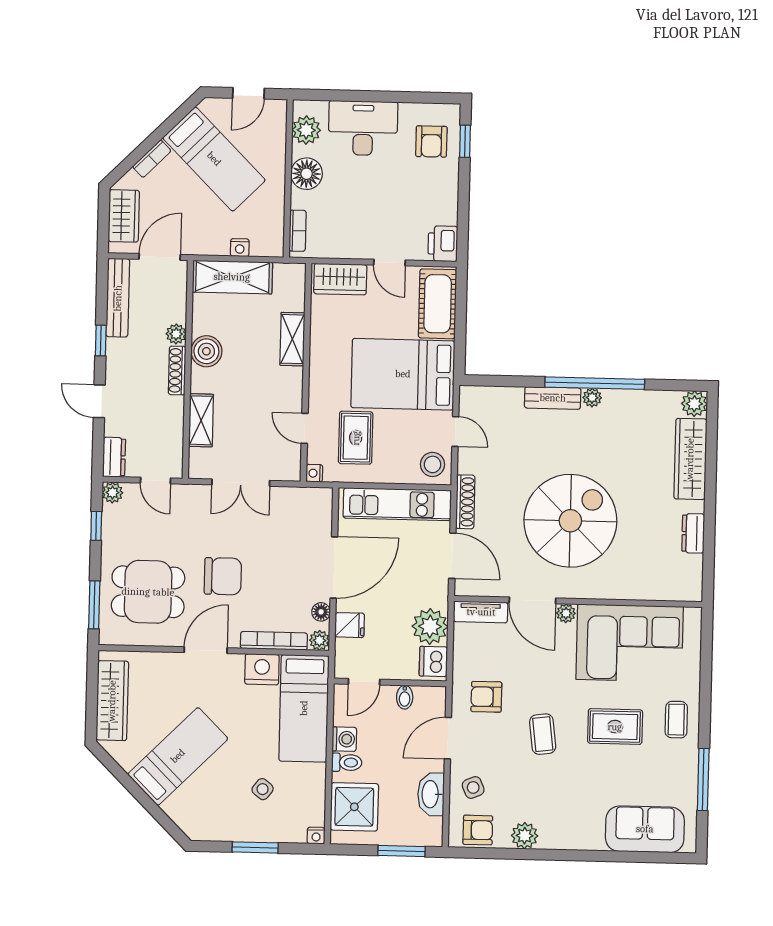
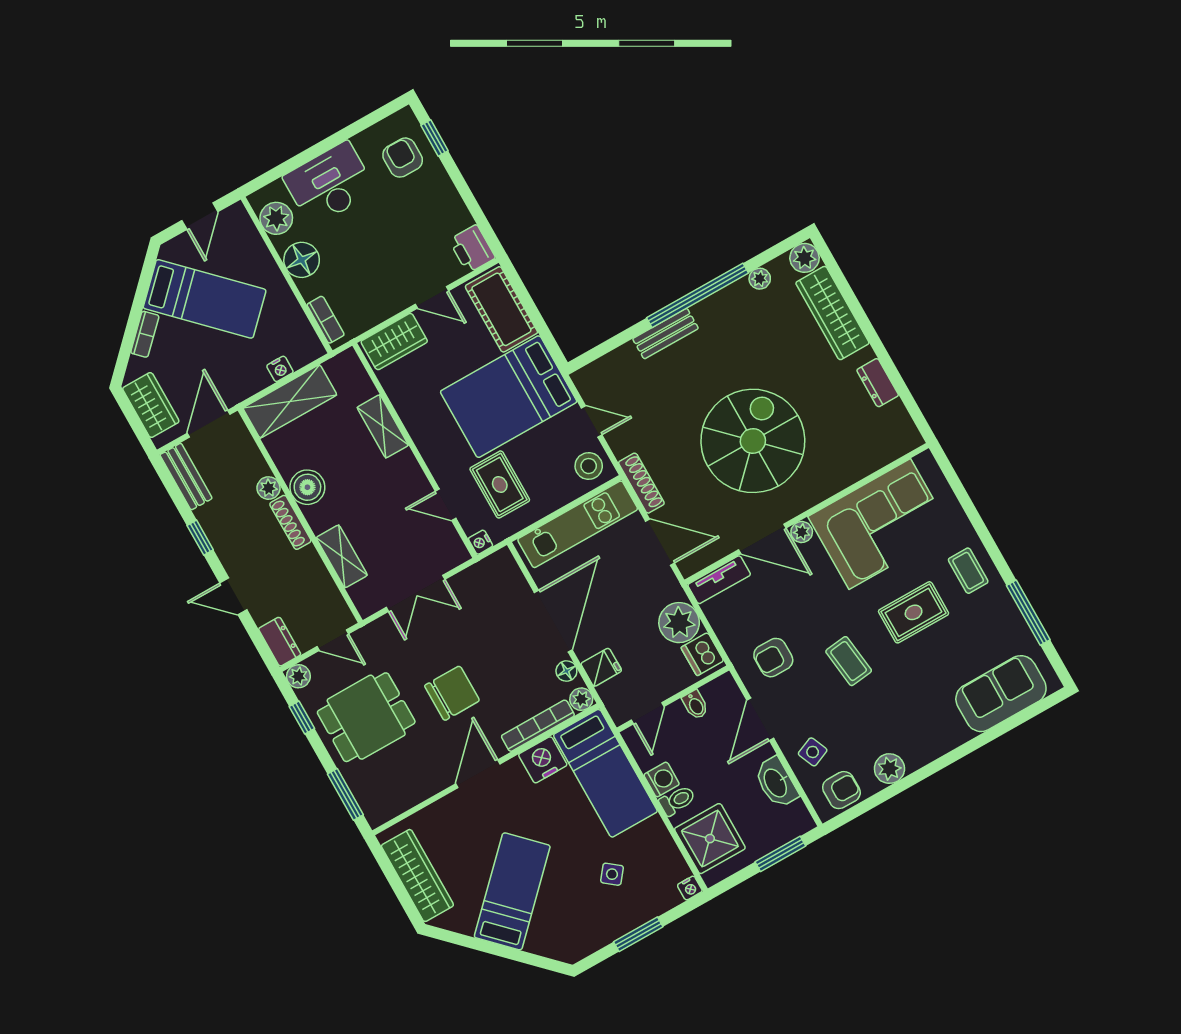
armchair: (431, 142) -> (403, 158), turned 180
bench: (118, 298) -> (186, 477), width x0.73
plant: (592, 398) -> (760, 279), moved
dining table: (148, 592) -> (366, 717), moved

